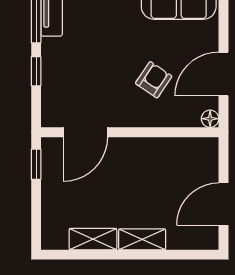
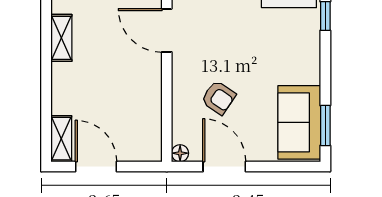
shelving: (142, 239) -> (61, 139), moved

